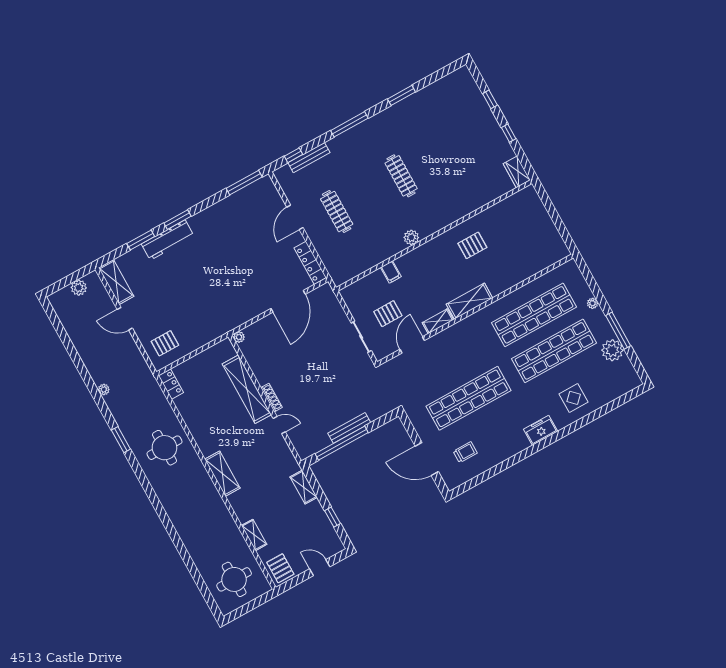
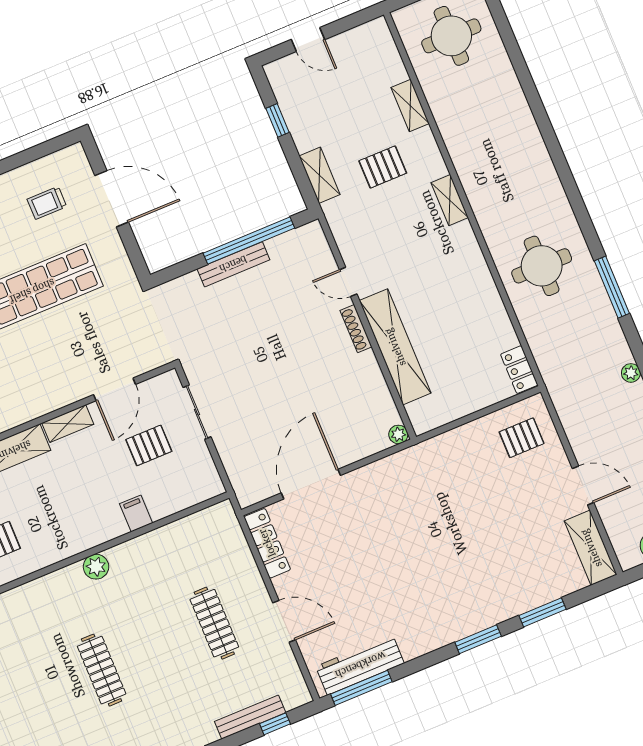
door: (295, 217) -> (284, 621), hinge flipped
workbench: (168, 240) -> (360, 665), moved
window: (121, 440) -> (612, 287), width x1.44
shelving: (222, 474) -> (450, 200), width x0.67, depth x0.75
pallet: (280, 568) -> (383, 167), moved, turned 90

